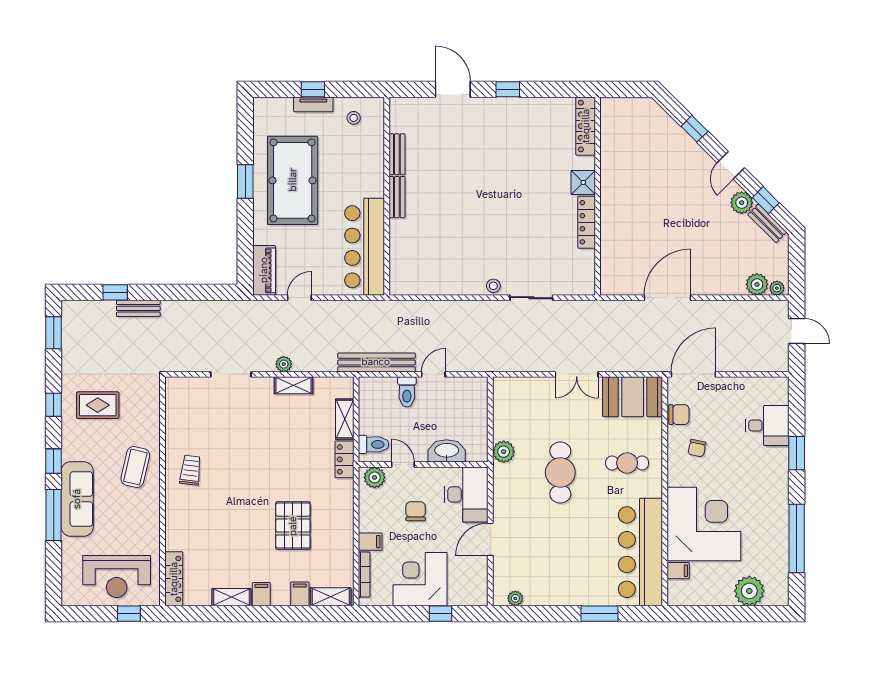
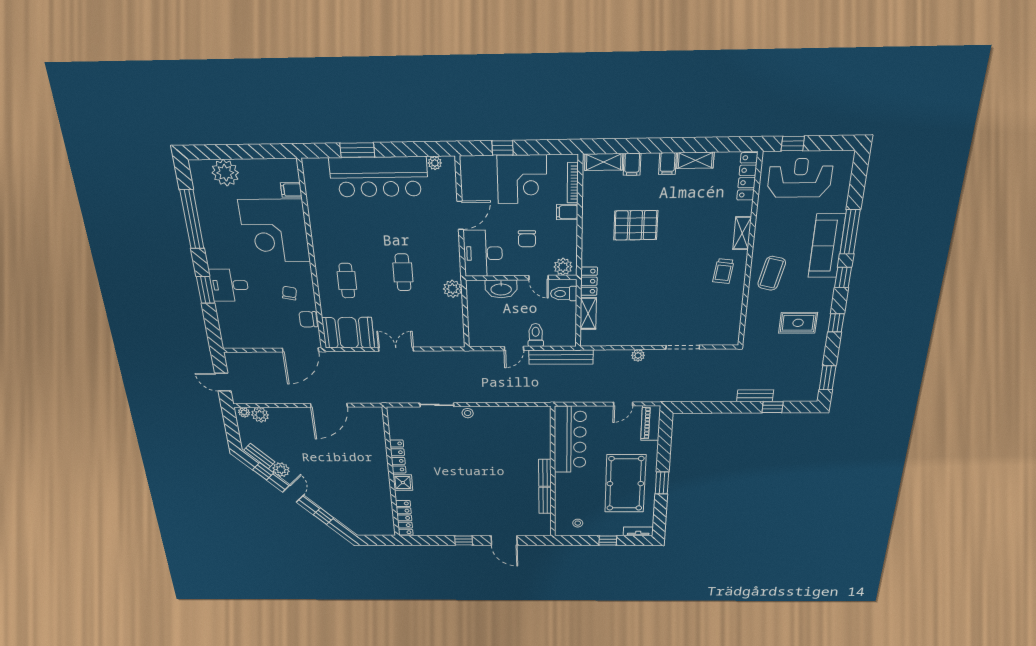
tv unit: (313, 104) -> (638, 531), moved
shelving: (293, 385) -> (742, 233), moved, turned 90
desk: (767, 425) -> (229, 285), moved
cafe table: (627, 463) -> (347, 281), turned 90
cafe table: (560, 473) -> (403, 272), width x0.73, depth x0.74
pallet: (293, 526) -> (636, 225), turned 90
bar counter: (640, 552) -> (379, 177), moved, turned 90

